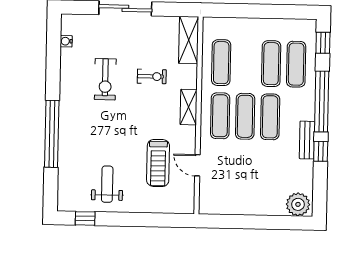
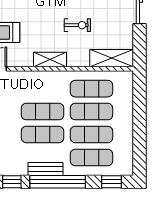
exercise bike: (152, 76) -> (77, 25), turned -90
exercise mat: (220, 116) -> (91, 112), moved
bench: (307, 140) -> (46, 169), moved

